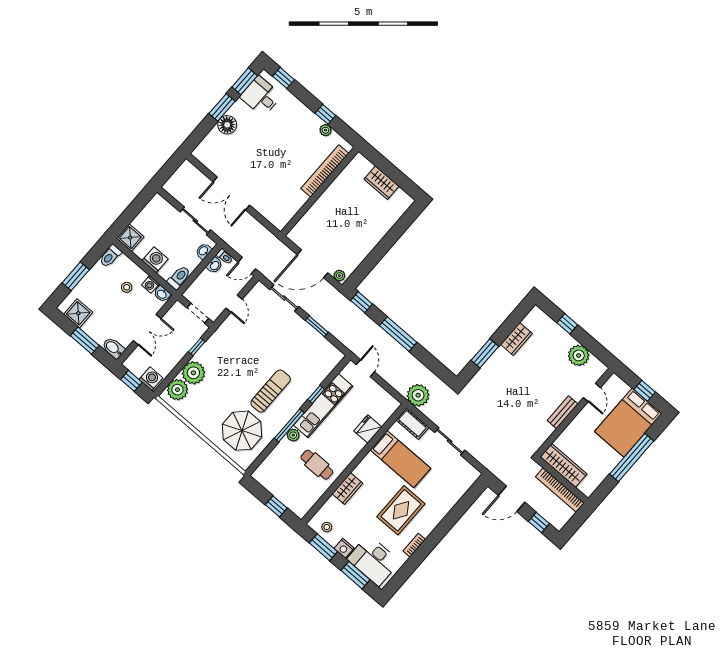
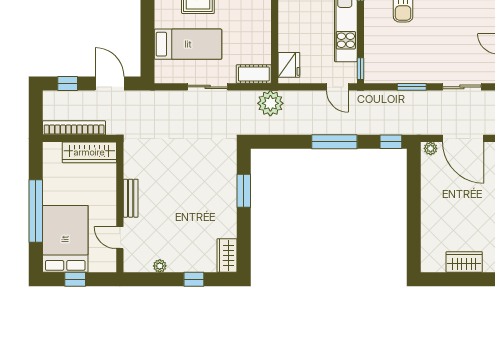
door: (313, 264) -> (463, 138), swing flipped
wardrobe: (516, 339) -> (227, 256), moved
plant: (579, 355) -> (160, 266), width x0.53, depth x0.53
window: (316, 394) -> (361, 69), moved
fridge: (368, 429) -> (289, 65), moved
bed: (400, 459) -> (188, 44), moved, turned 180
door: (512, 499) -> (110, 83), hinge flipped

